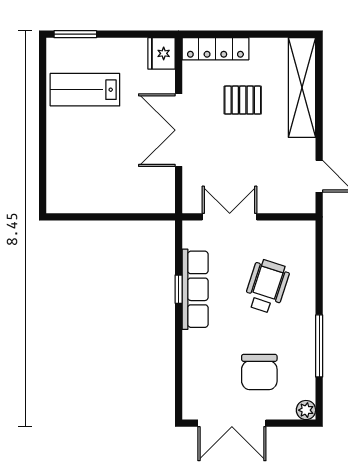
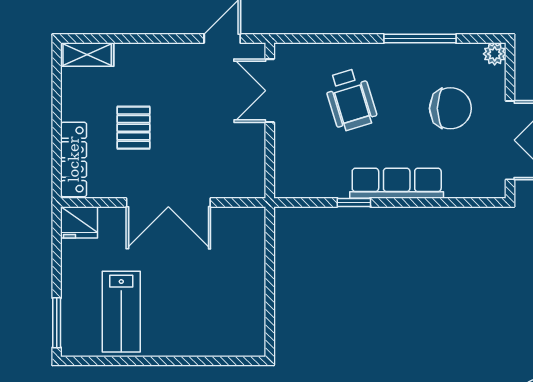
shelving: (302, 88) -> (87, 55), width x0.45, depth x0.75
double door: (230, 217) -> (270, 91), moved
wheelchair: (267, 286) -> (351, 100), turned -125
row of seats: (195, 289) -> (397, 183), moved

